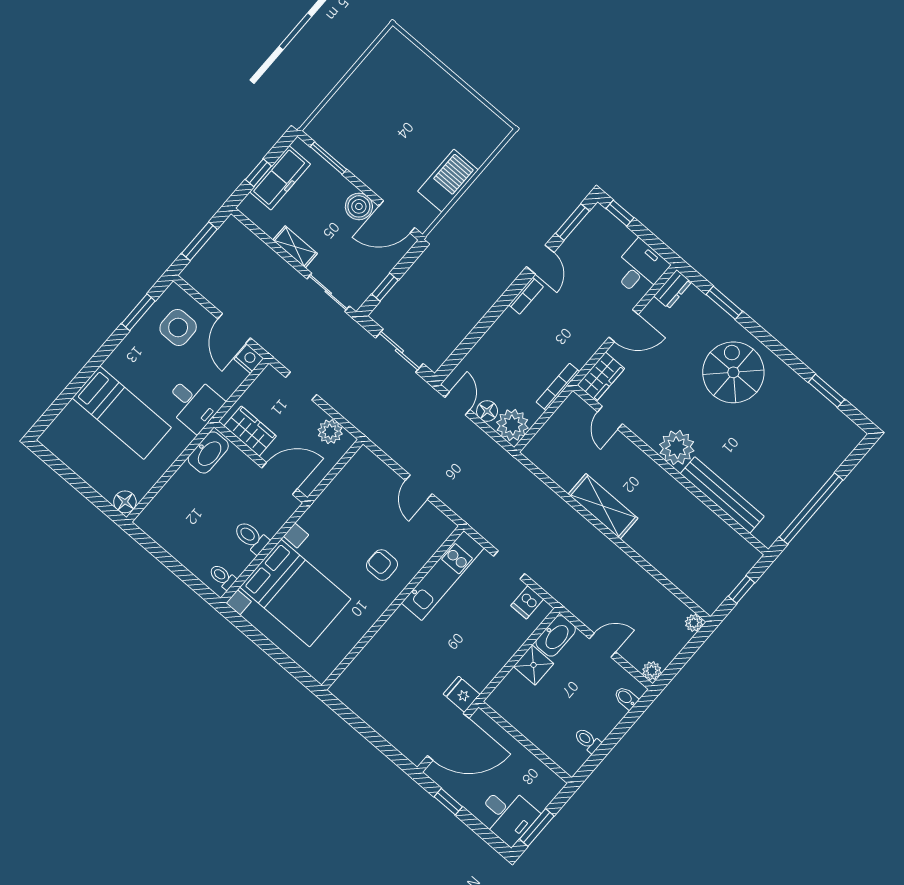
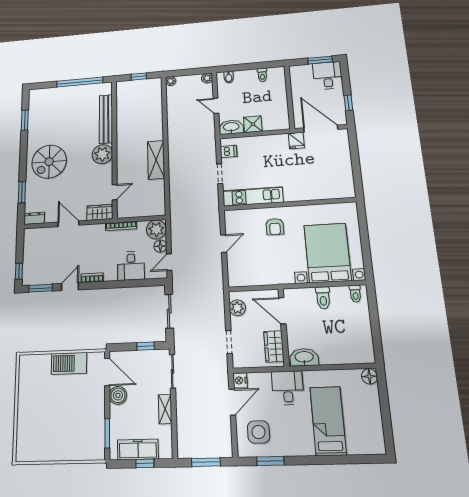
desk: (640, 268) -> (131, 266), moved, turned -90

